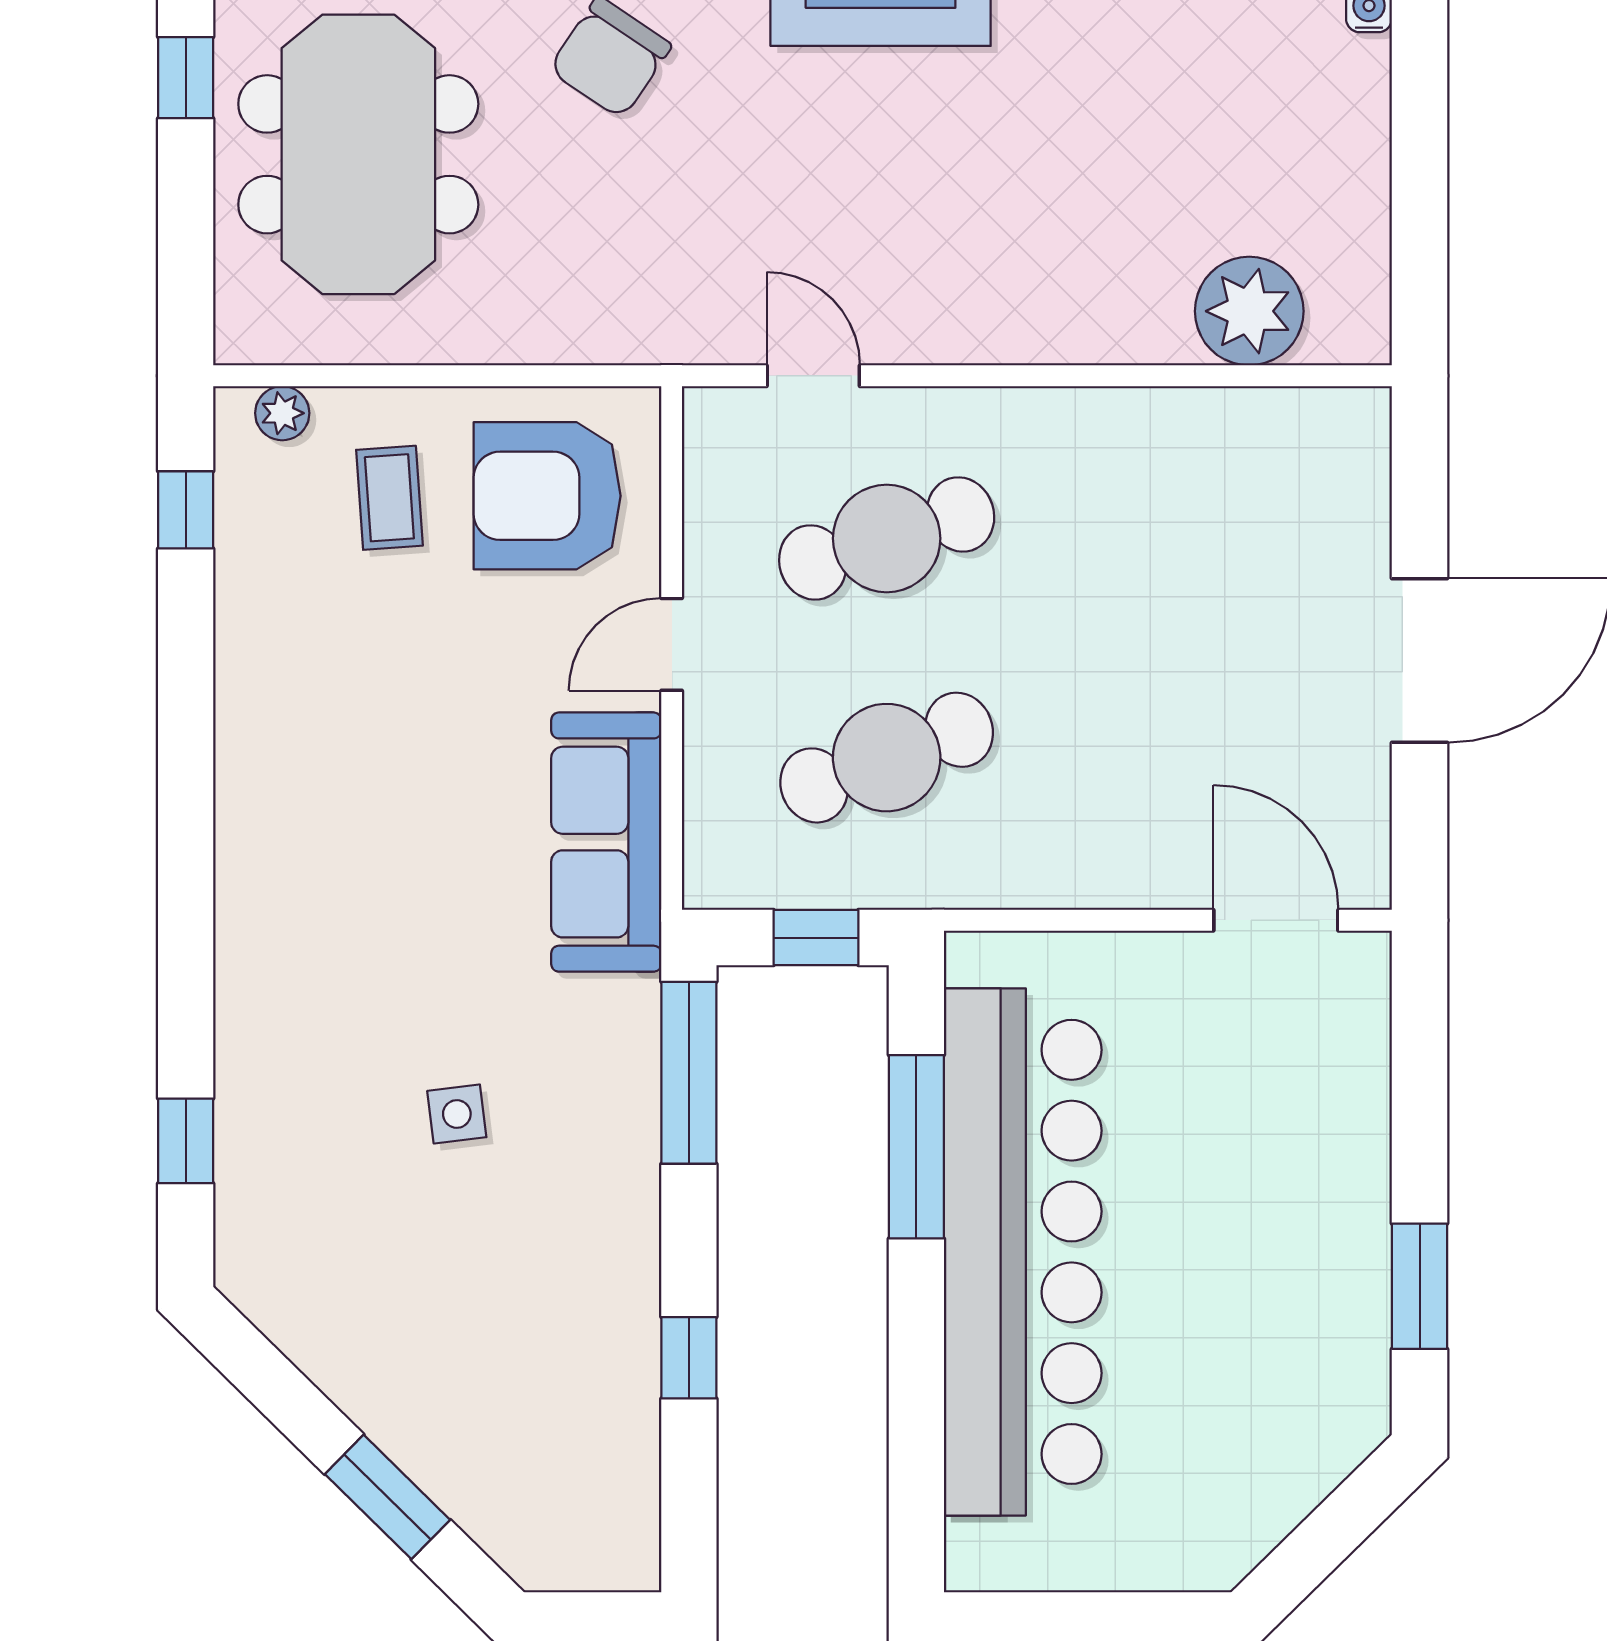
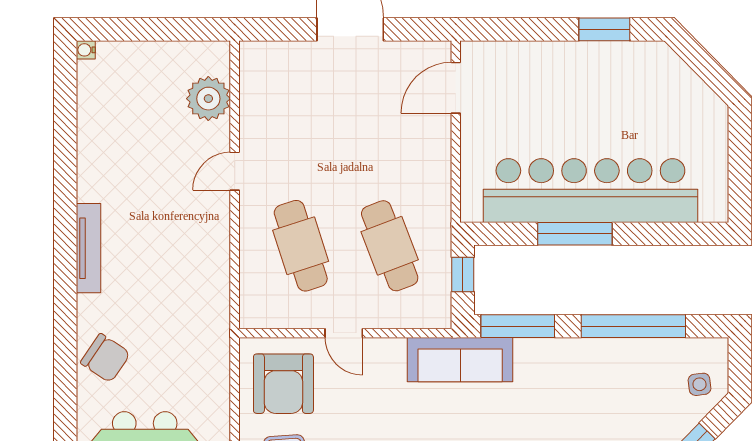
door: (813, 376) -> (235, 171), moved
sofa: (606, 842) -> (460, 360), moved
side table: (457, 1114) -> (700, 384), moved
window: (916, 1147) -> (575, 234), moved
window: (689, 1358) -> (633, 326), width x3.17

